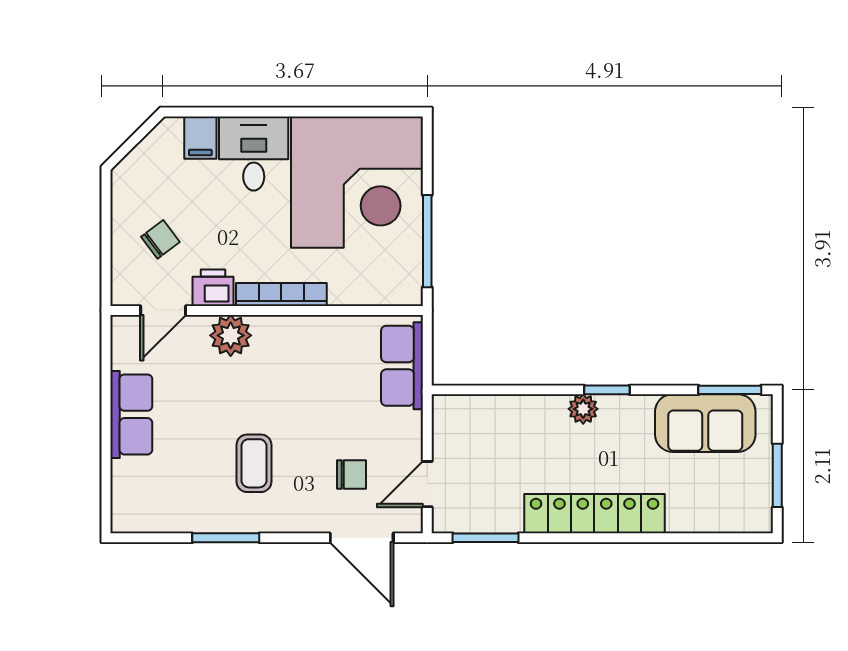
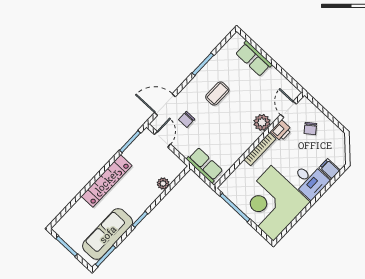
plant: (583, 409) -> (163, 183), moved
row of seats: (131, 414) -> (254, 59), moved
sofa: (705, 423) -> (108, 234), width x1.36
coffee table: (254, 463) -> (217, 93), turned 90

